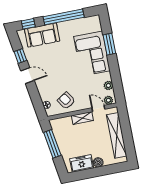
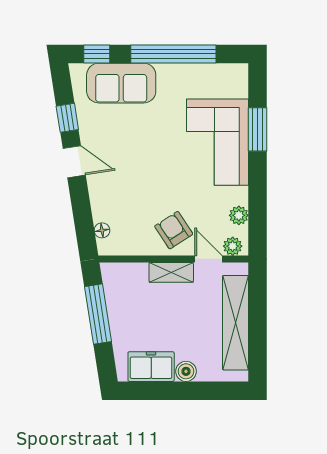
armchair: (66, 101) -> (174, 230), moved

